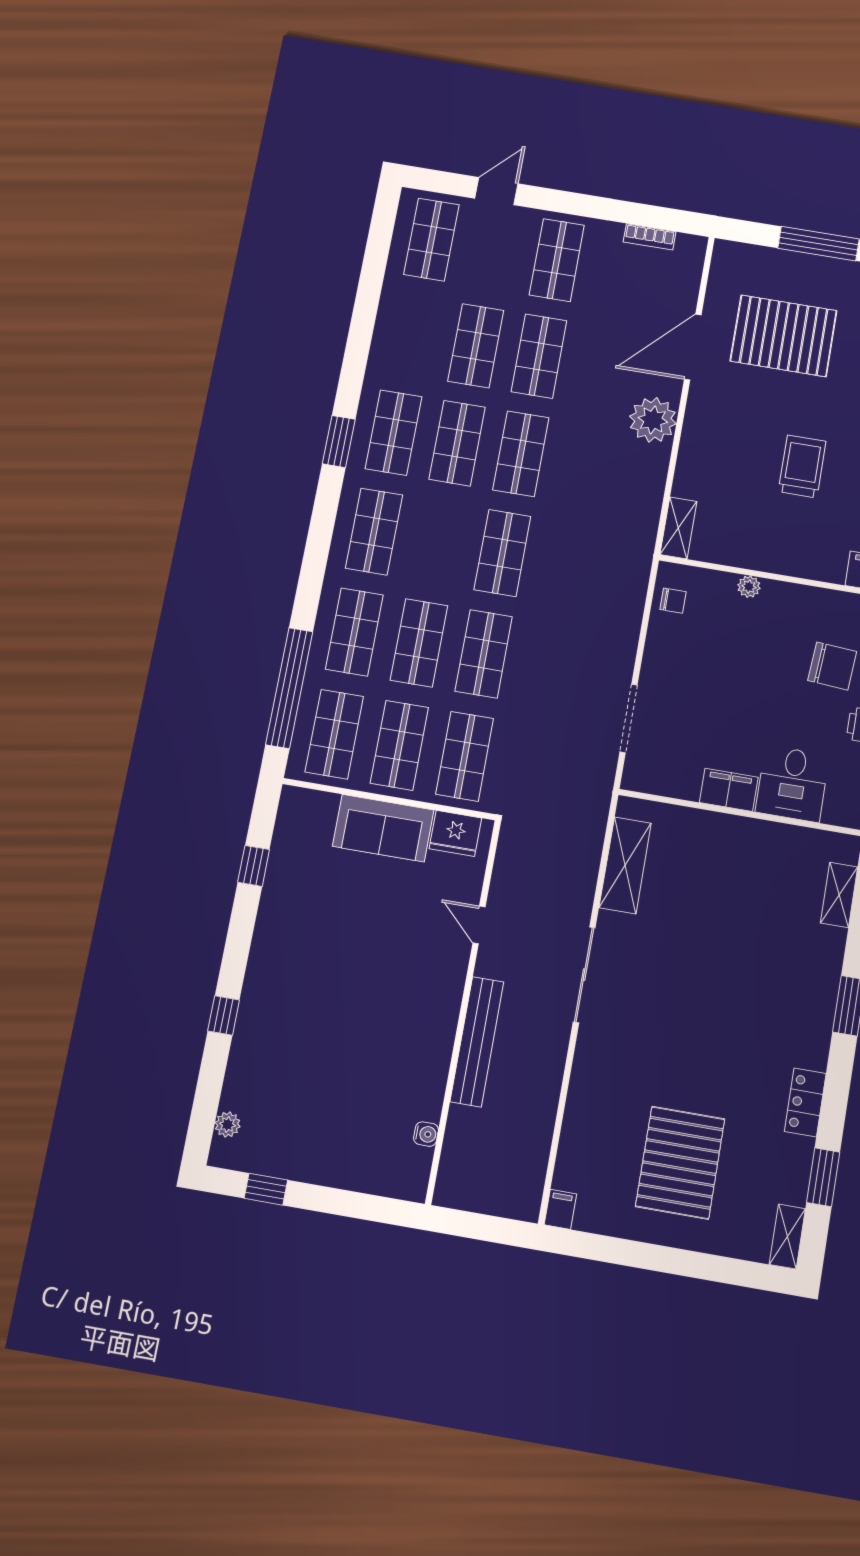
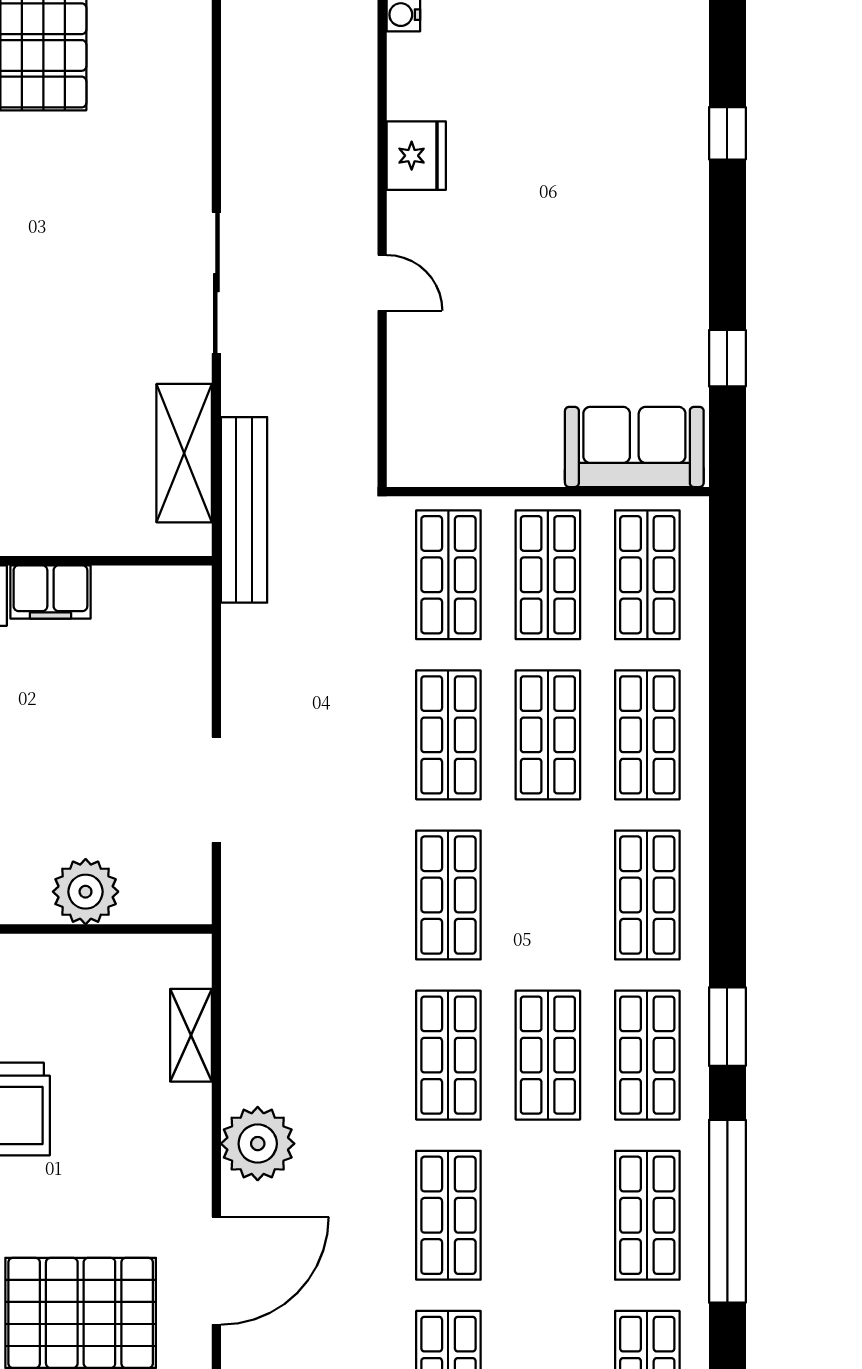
shop shelf: (476, 346) -> (647, 1215), moved
shelving: (678, 528) -> (191, 1035), moved
plant: (749, 587) -> (86, 892), width x1.87, depth x1.87
chair: (673, 601) -> (180, 866), removed
window: (289, 688) -> (727, 1211), moved
doorway: (629, 718) -> (216, 790), moved
sofa: (383, 828) -> (634, 447), moved
fridge: (455, 833) -> (416, 156), moved, turned 90
door: (479, 925) -> (382, 283), moved
bench: (477, 1042) -> (244, 510), moved

